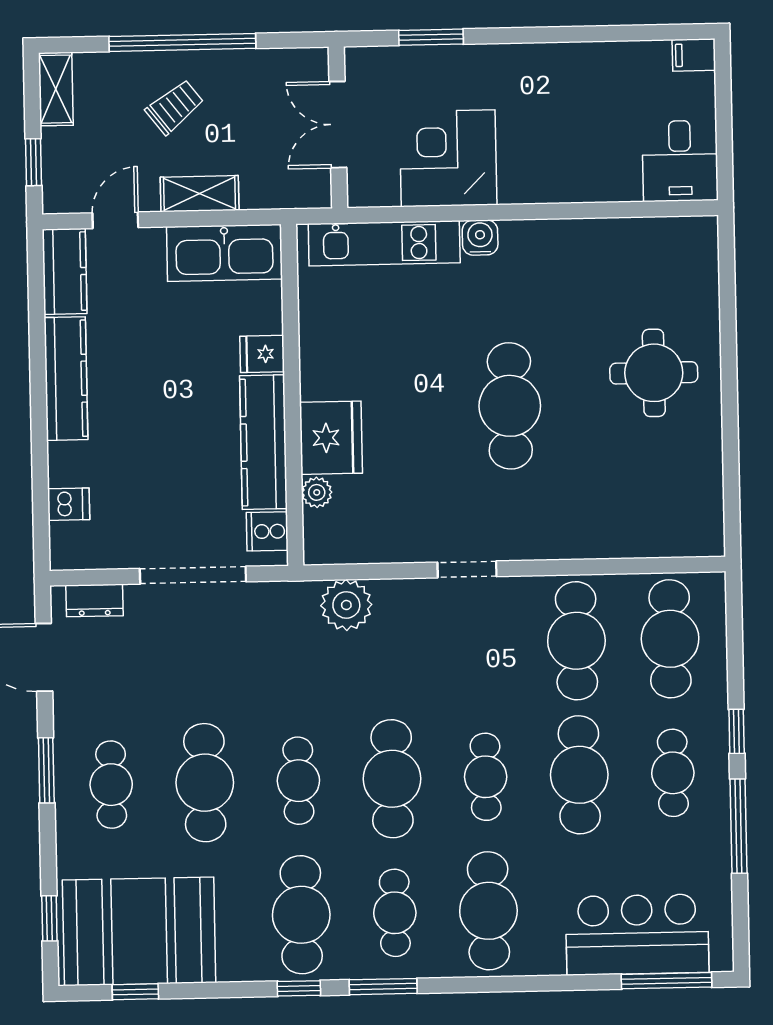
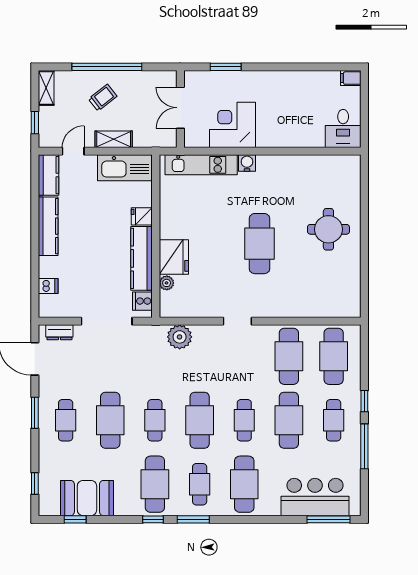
booth: (139, 931) -> (87, 498), width x0.73, depth x0.70

